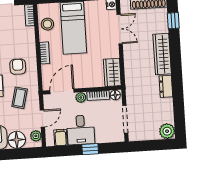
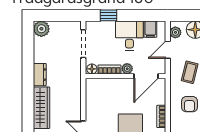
wardrobe: (112, 72) -> (93, 92), removed
window: (90, 149) -> (109, 15), moved

